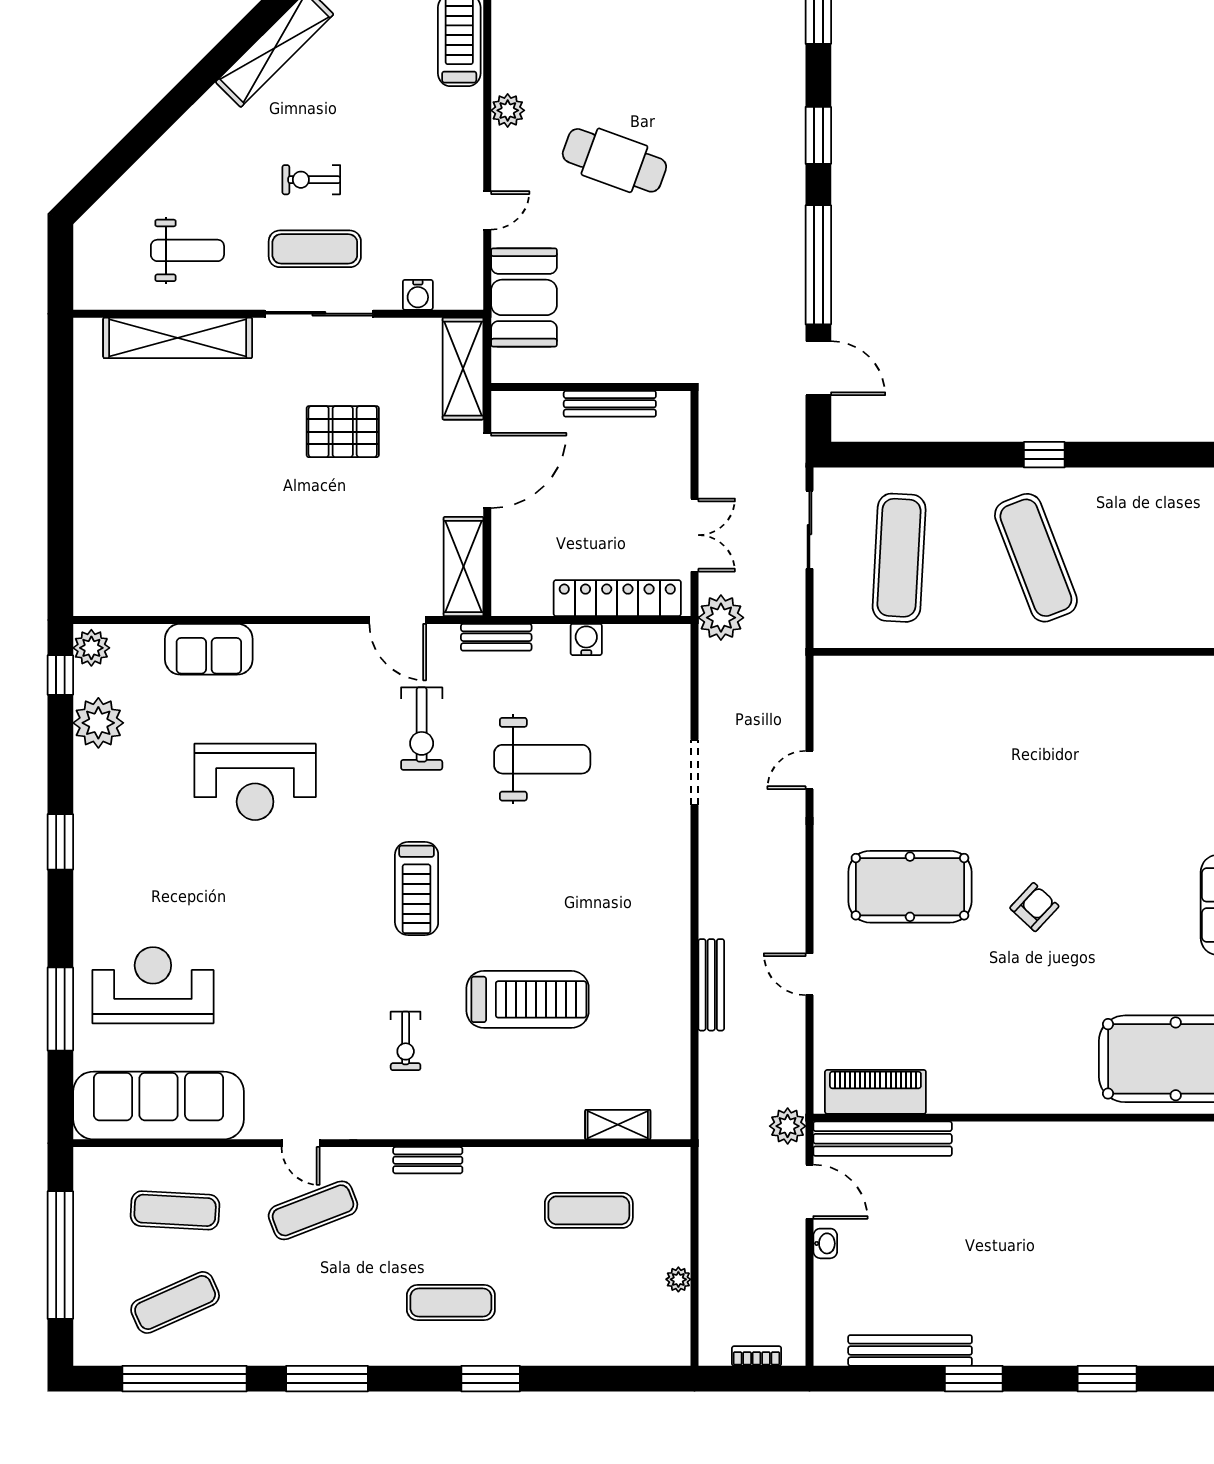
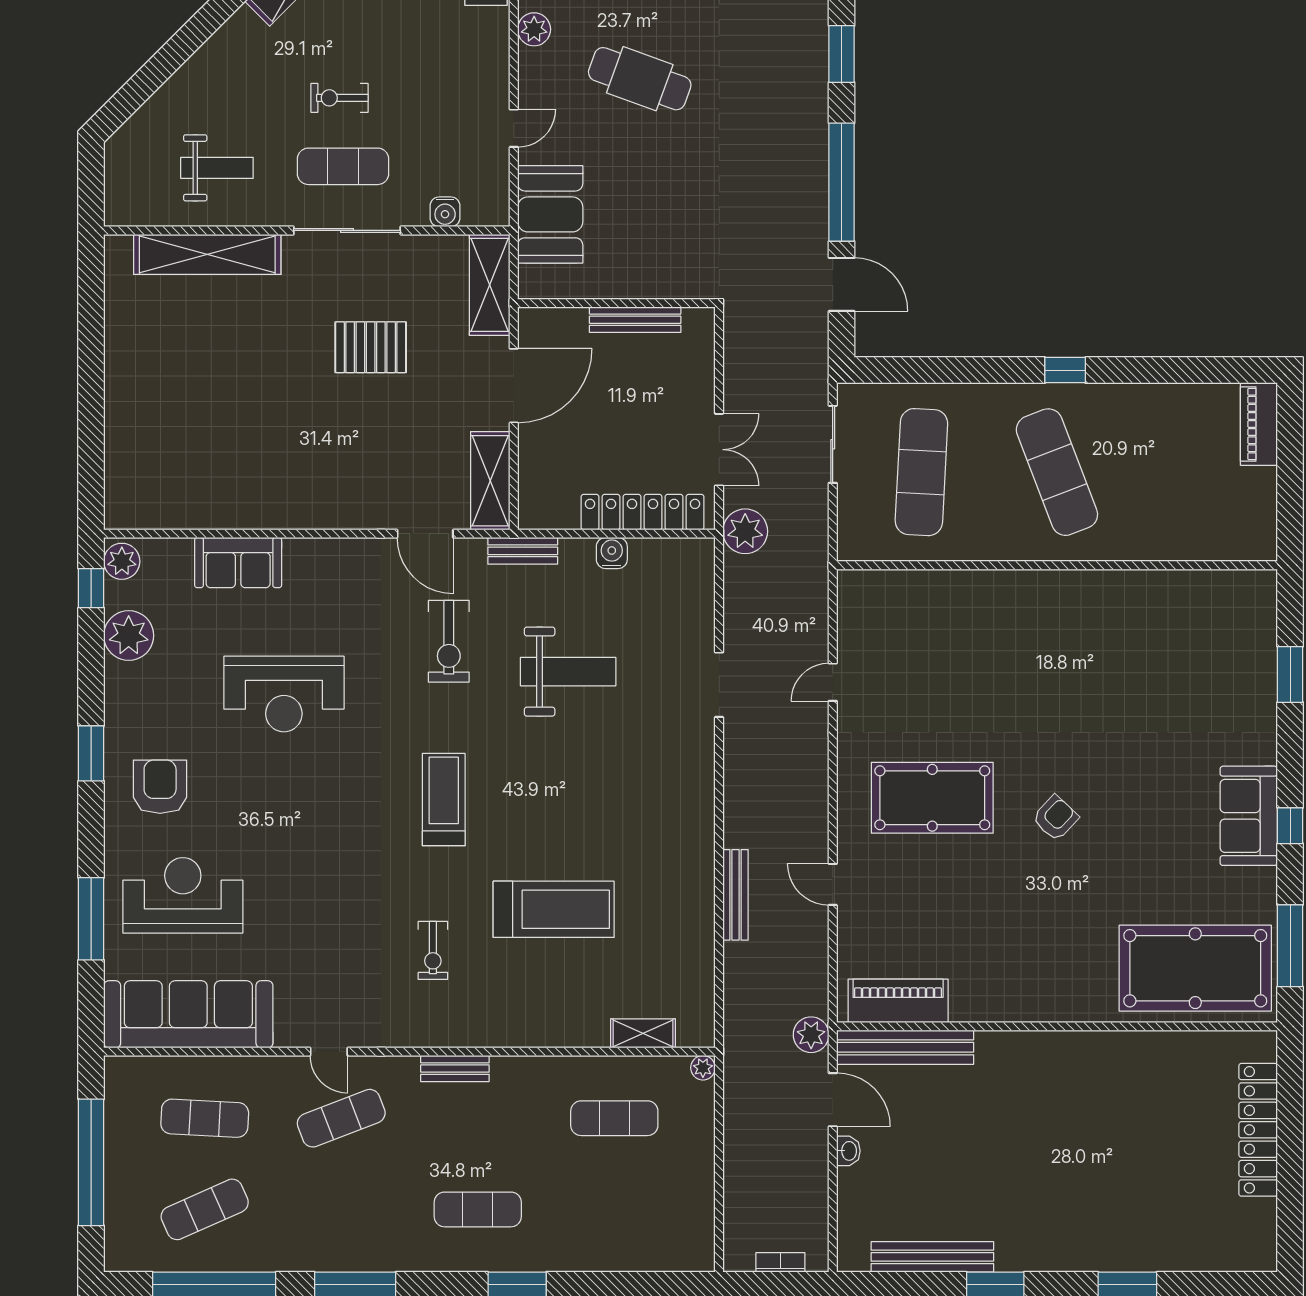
armchair: (130, 876) -> (160, 787), added
treadmill: (417, 889) -> (444, 800), turned 180
plant: (678, 1279) -> (703, 1068), moved

